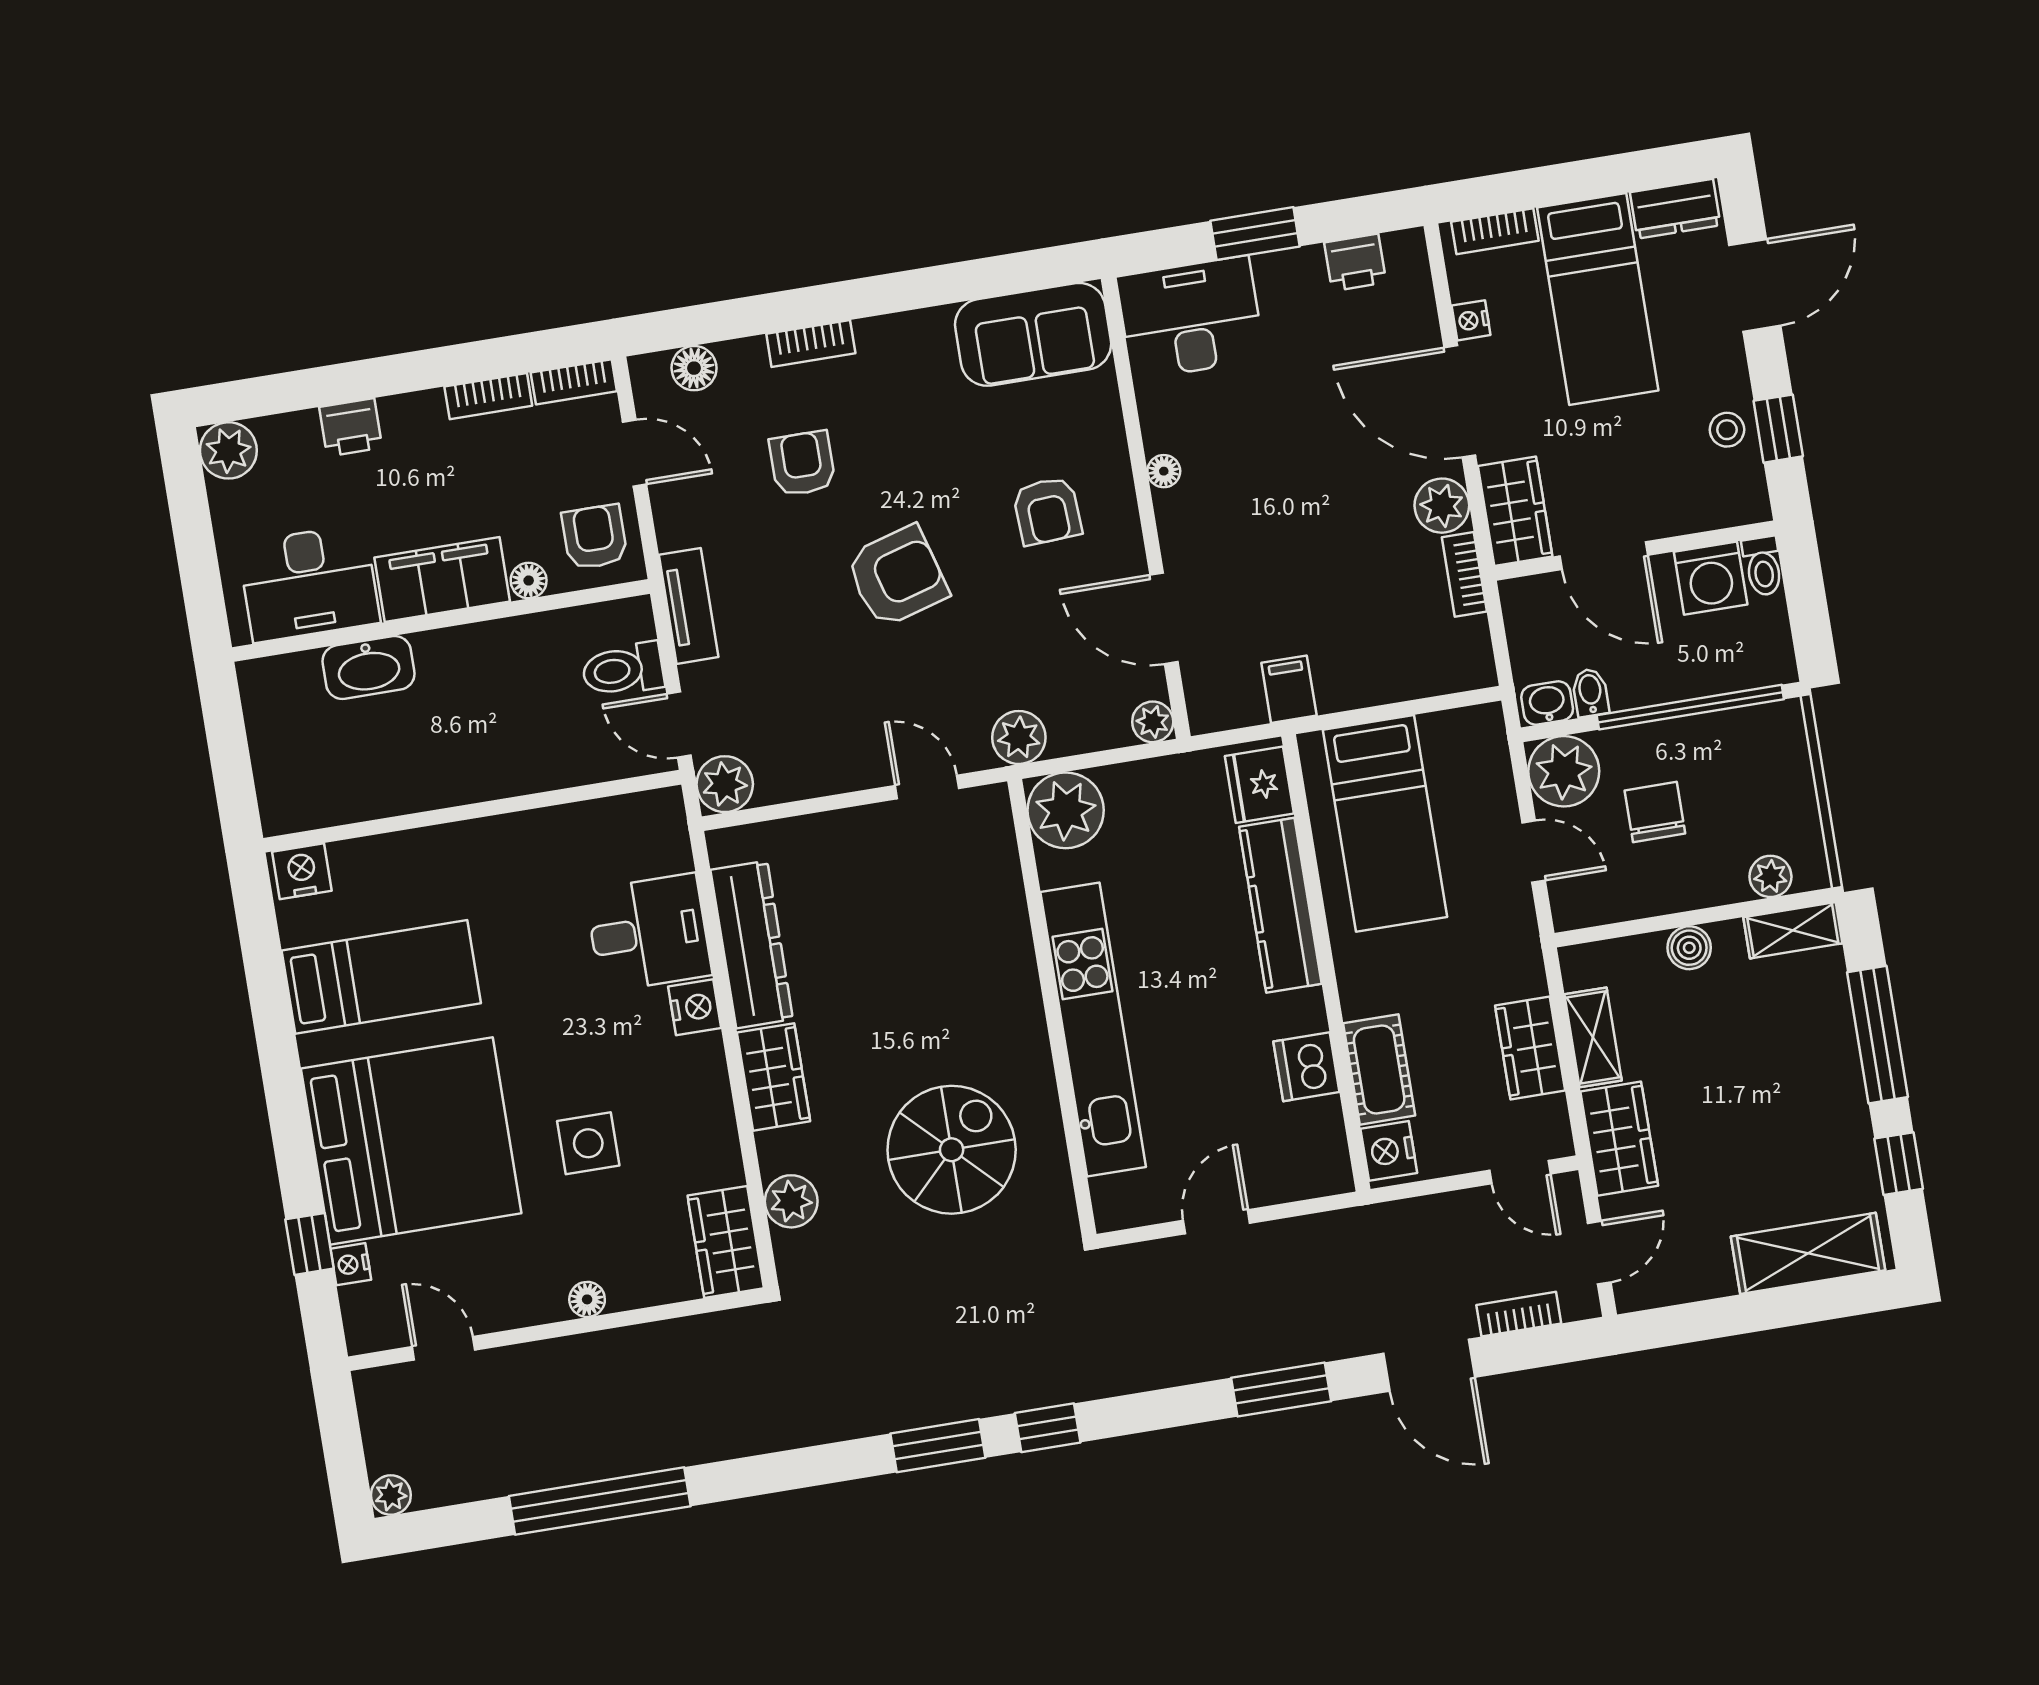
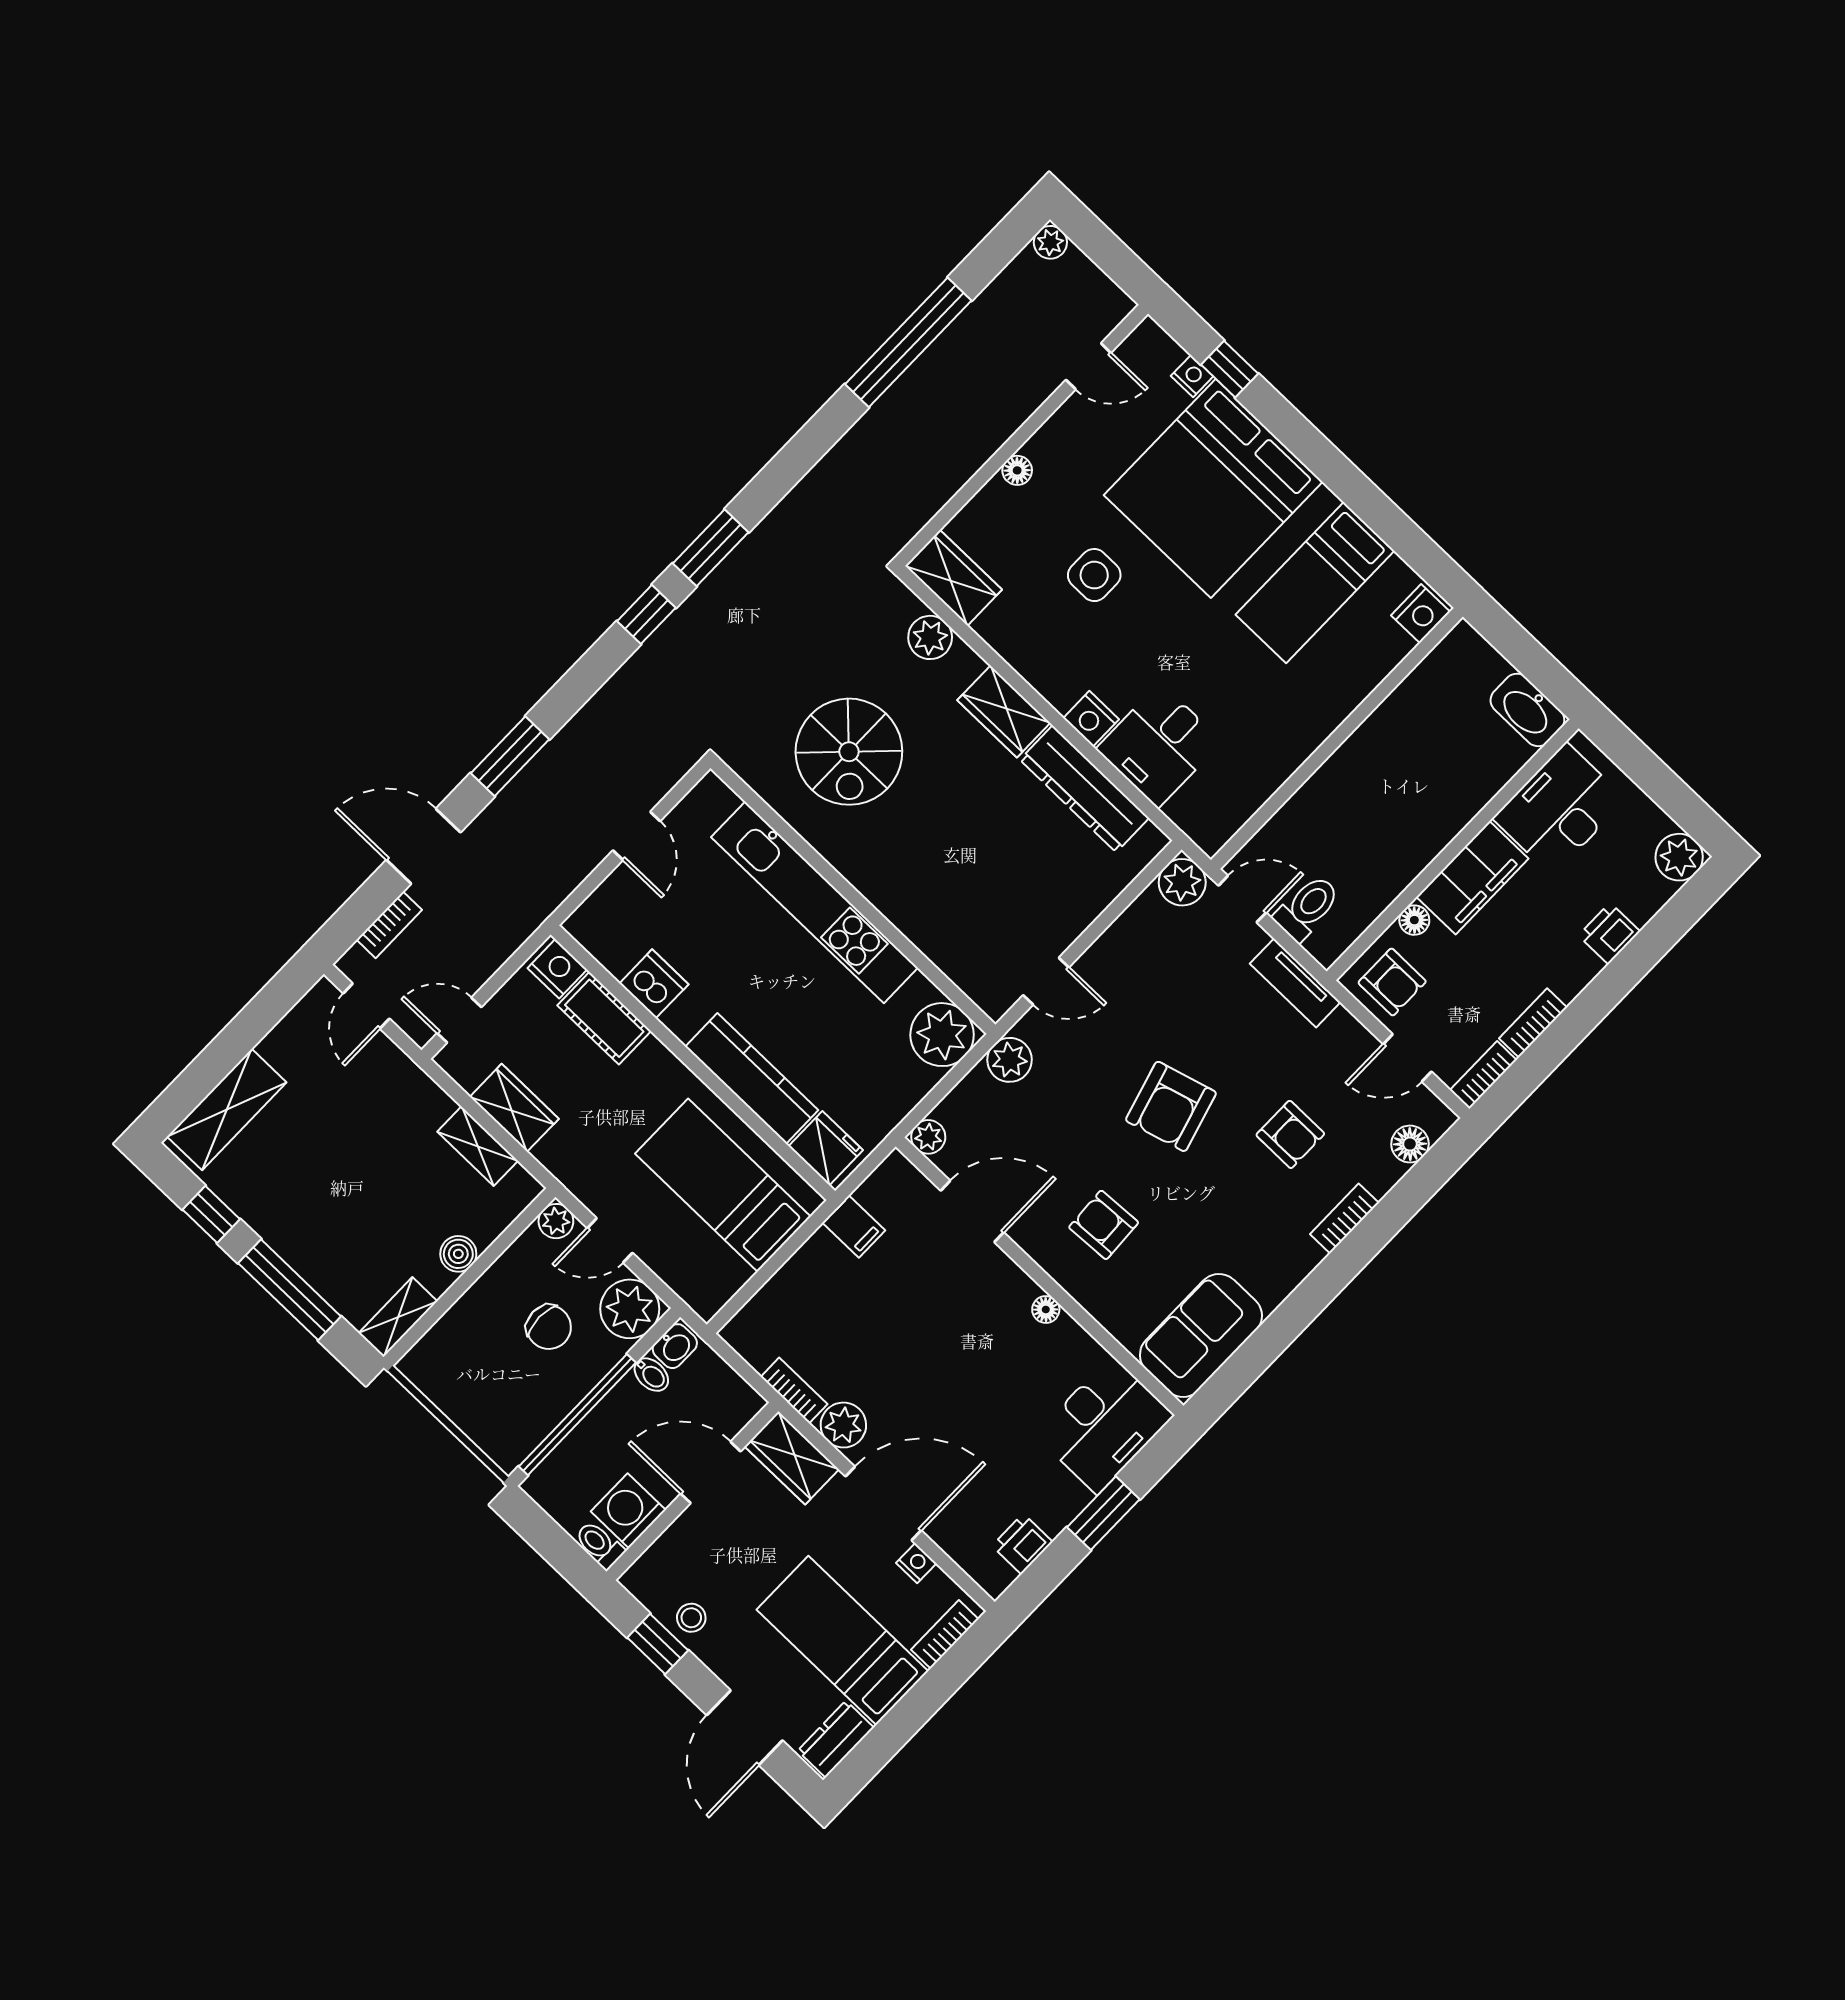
washbasin: (368, 667) -> (1527, 710), moved, turned -90
plant: (1770, 876) -> (556, 1221), moved
wardrobe: (1619, 1139) -> (410, 1092), removed

